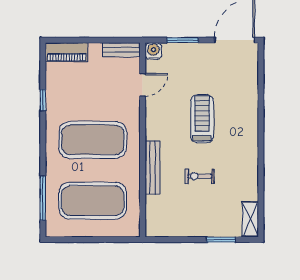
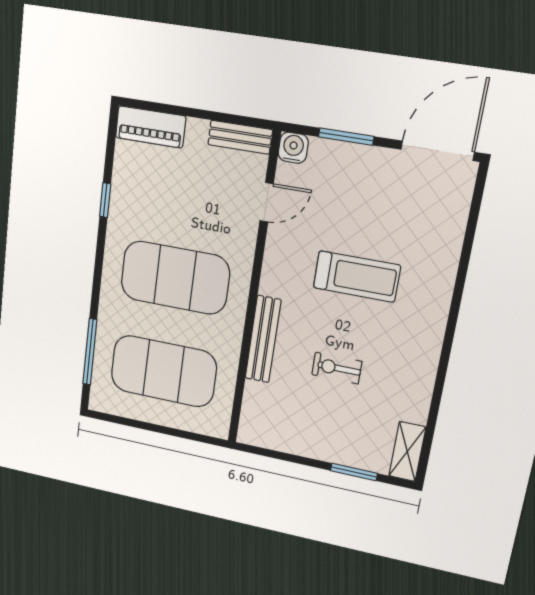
treadmill: (202, 119) -> (357, 276), turned 90

